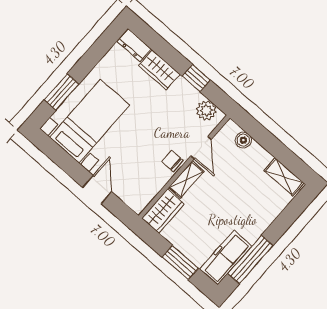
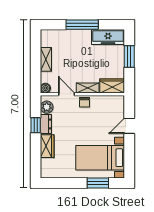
dresser: (134, 45) -> (46, 124), moved
boiler: (243, 140) -> (45, 88), moved
door: (201, 148) -> (66, 94), hinge flipped
shelving: (284, 177) -> (46, 59), moved
window: (250, 260) -> (82, 25), moved

